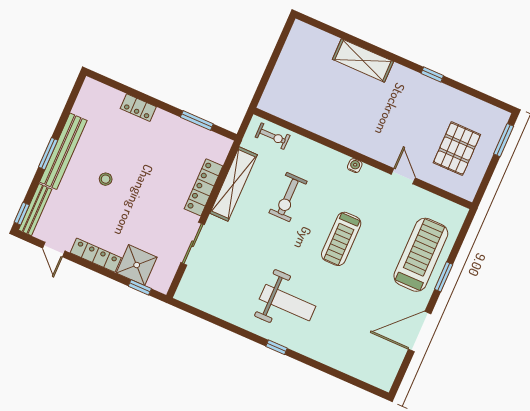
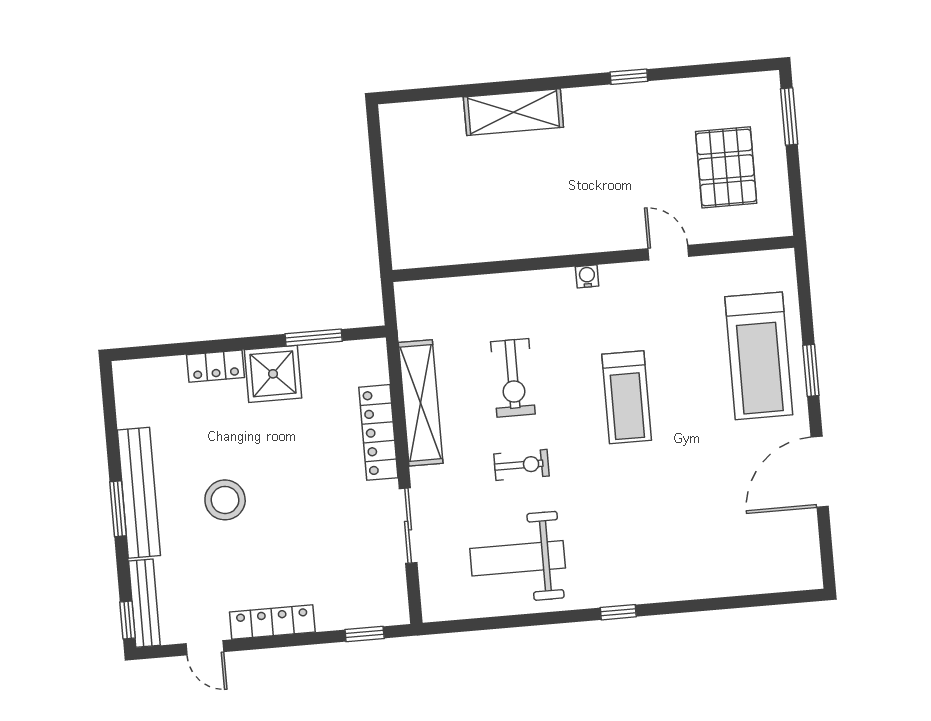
exercise bike: (273, 136) -> (521, 465), moved
stool: (106, 179) -> (225, 500), width x1.89, depth x1.89
treadmill: (421, 255) -> (759, 356), turned 180
shower: (137, 265) -> (273, 374), moved
weight bench: (288, 303) -> (518, 558), moved, turned 180

